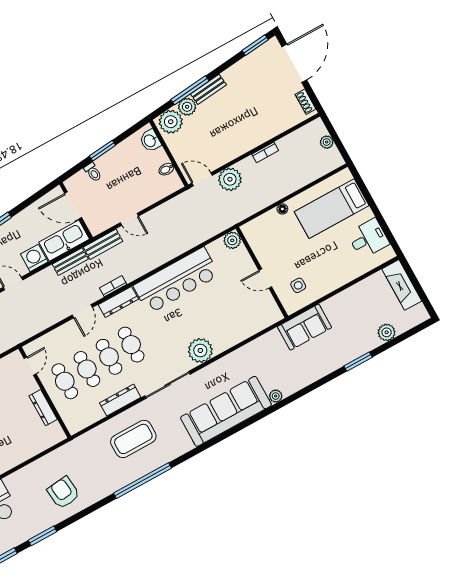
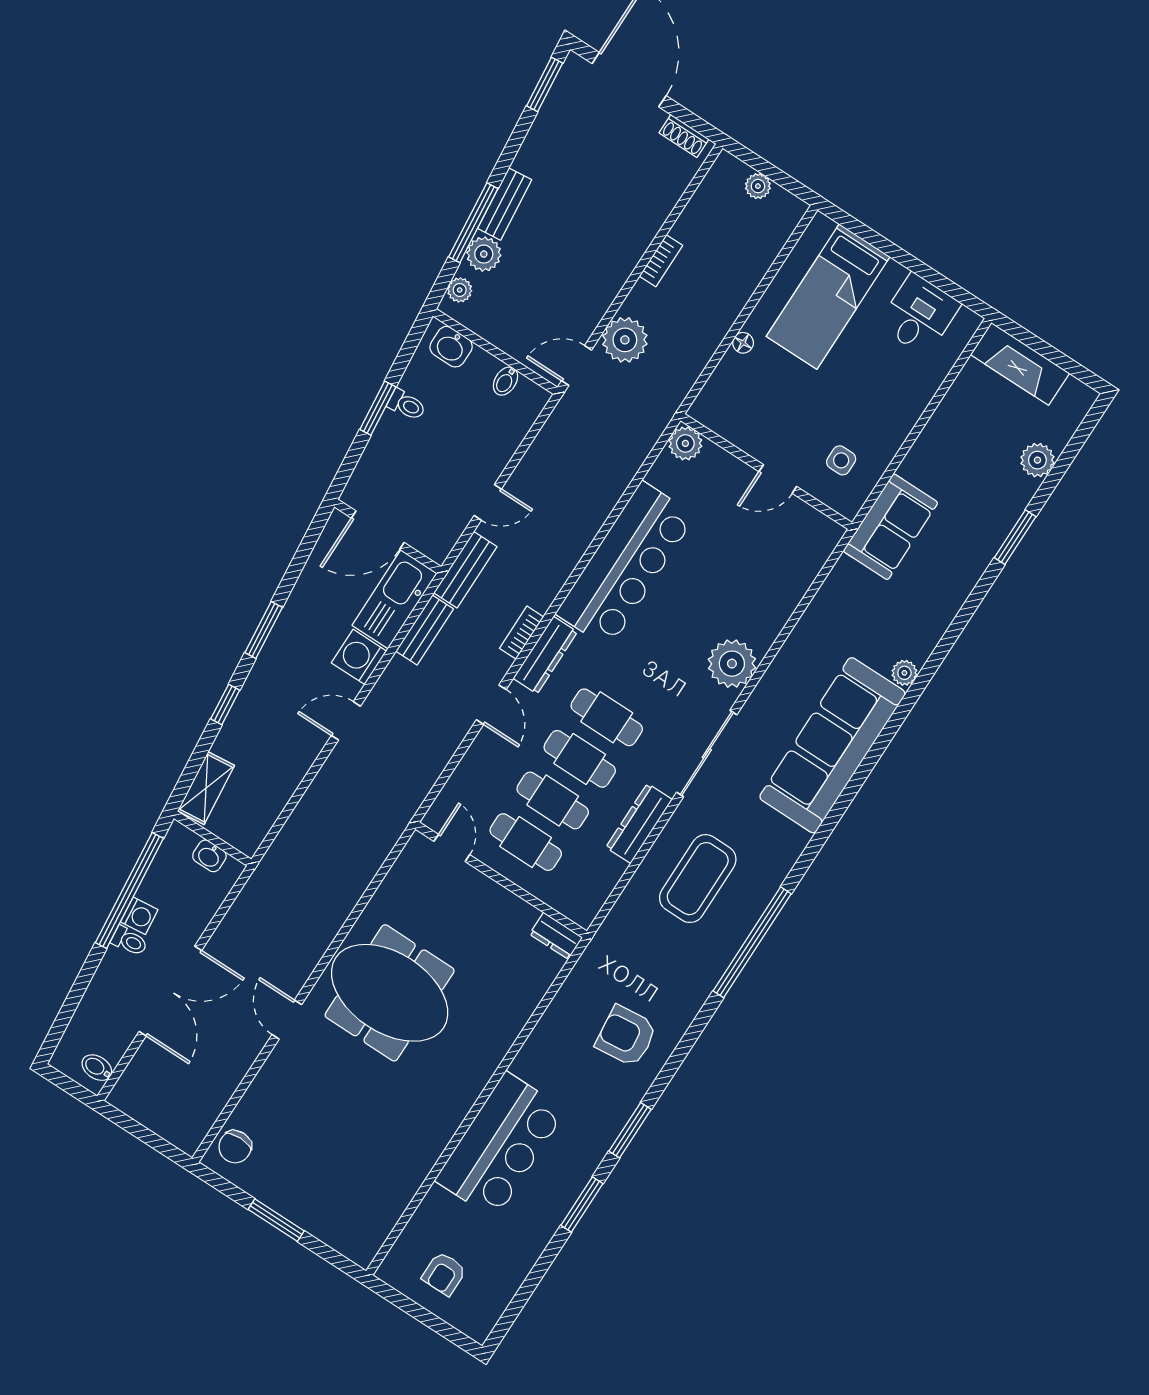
plant: (171, 122) -> (460, 290), width x0.53, depth x0.53
toilet: (93, 172) -> (407, 405), moved
dresser: (43, 408) -> (556, 936), moved, width x0.70

